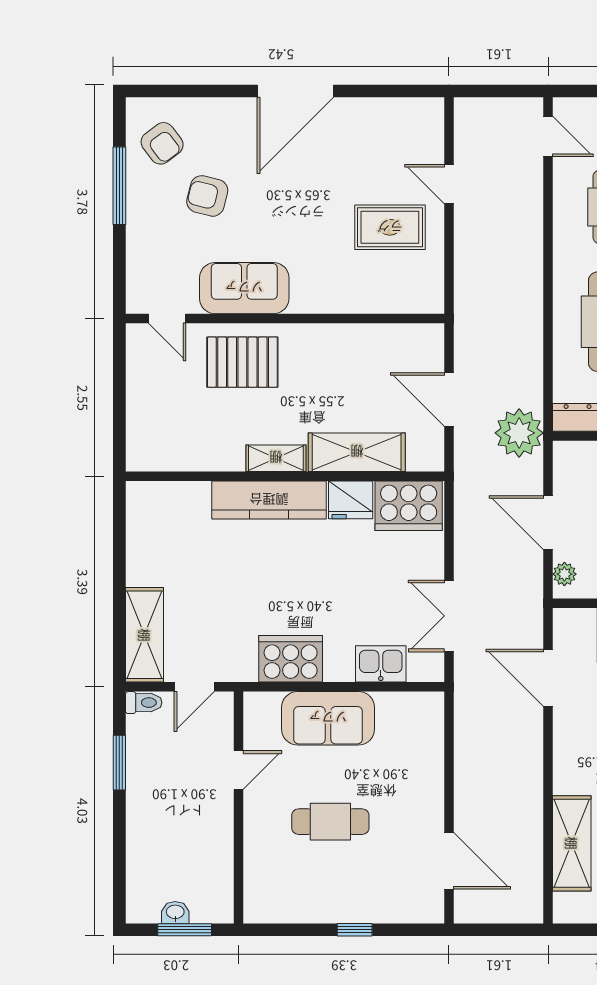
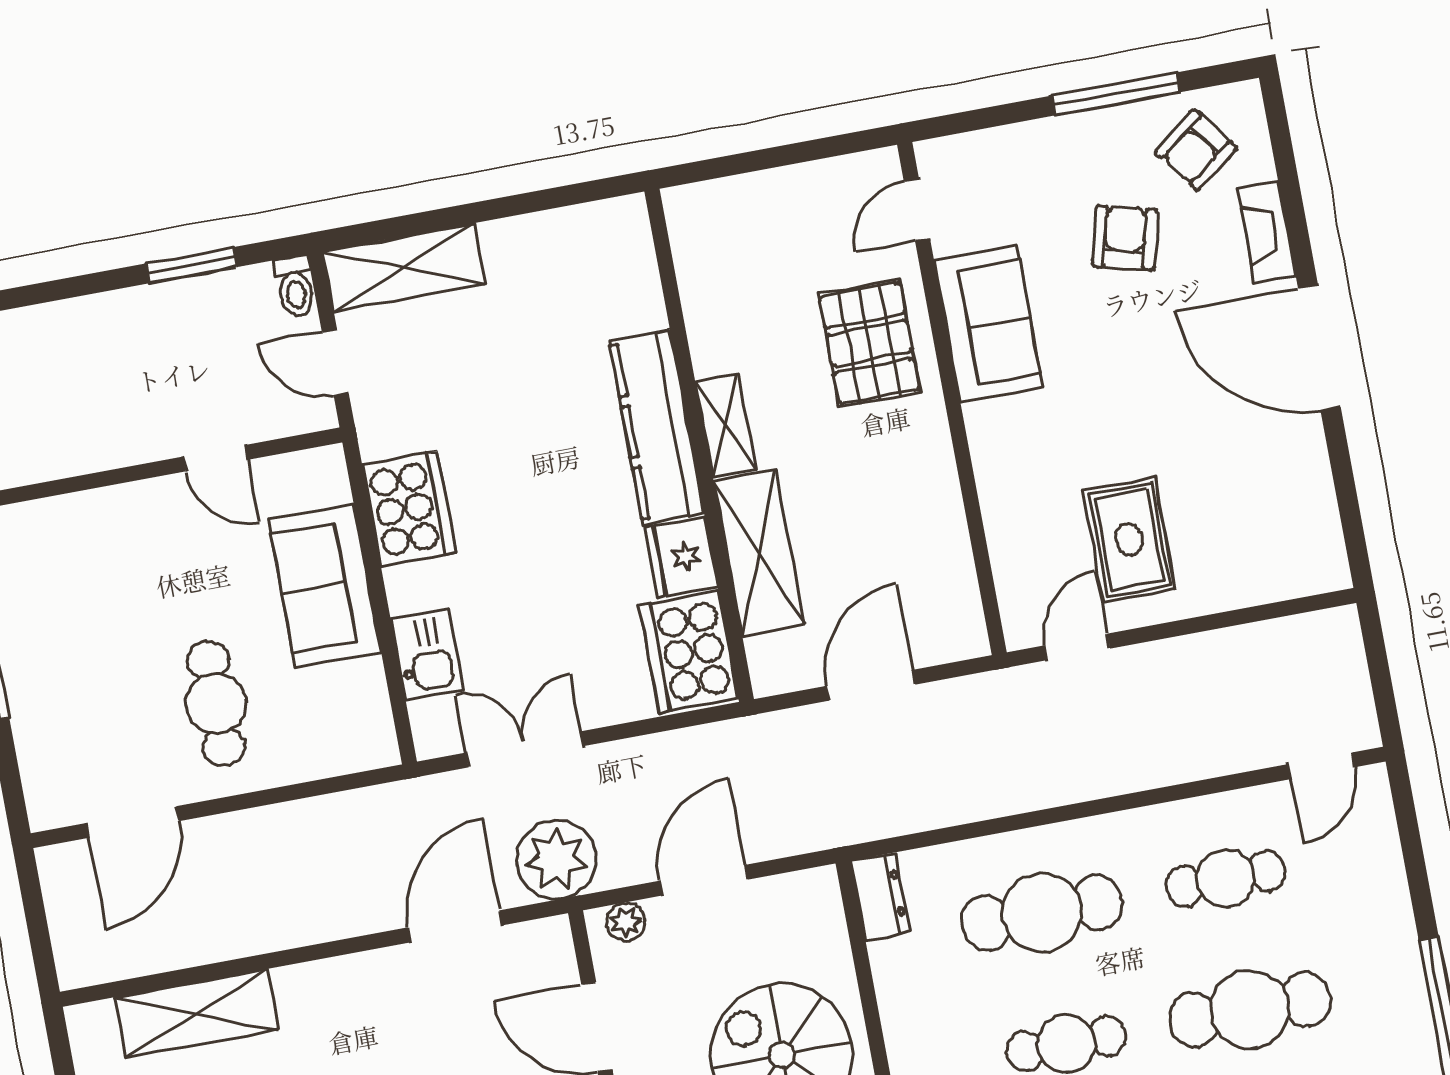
fireplace: (220, 110) -> (1267, 232), added
door: (449, 184) -> (1077, 647), moved
plant: (519, 433) -> (556, 860), moved
cafe table: (330, 822) -> (216, 704), moved

